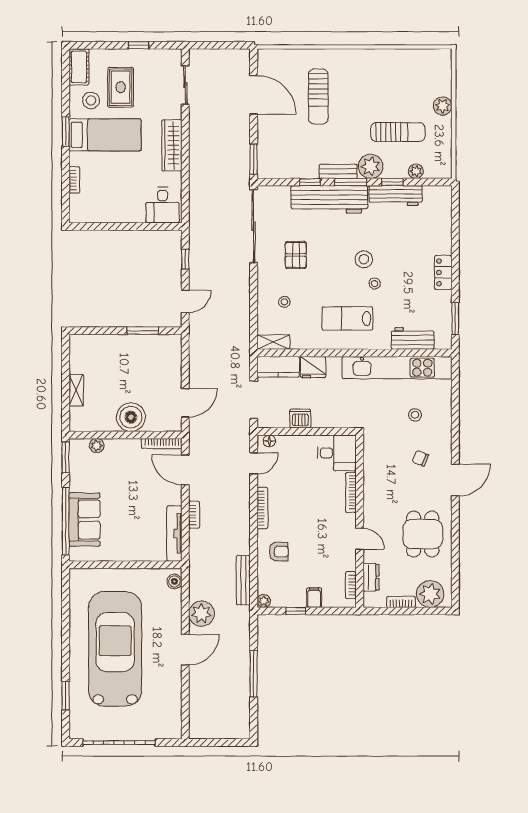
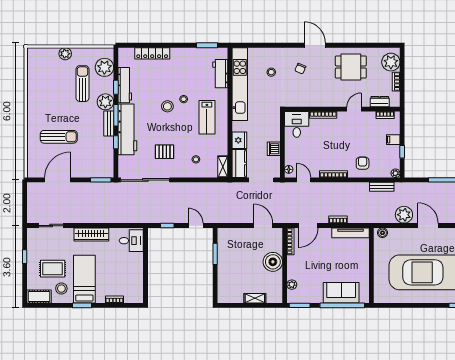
plant: (416, 171) -> (104, 67), width x1.88, depth x1.88
locker: (443, 272) -> (152, 53), moved, width x1.53
bench: (243, 580) -> (382, 187), width x0.73

